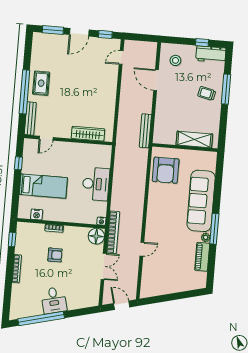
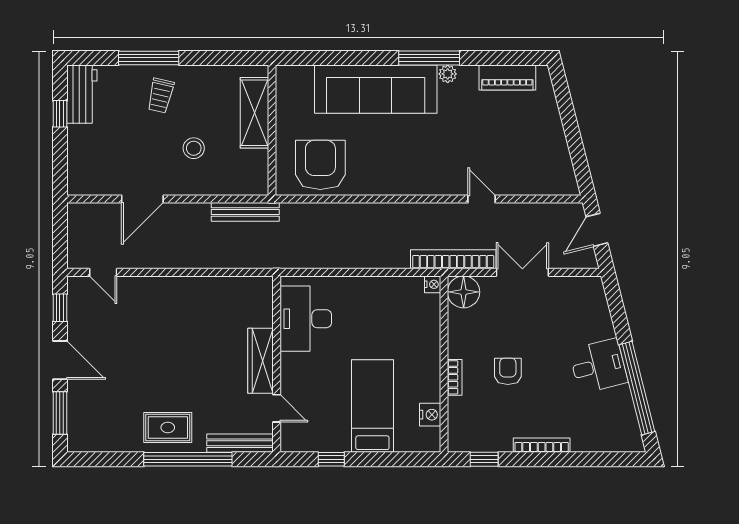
stool: (175, 60) -> (194, 148), moved
wardrobe: (88, 134) -> (261, 361), moved
armchair: (166, 170) -> (320, 165), turned -90
desk: (96, 184) -> (306, 319), moved, turned -90
piano: (202, 257) -> (507, 78), moved

